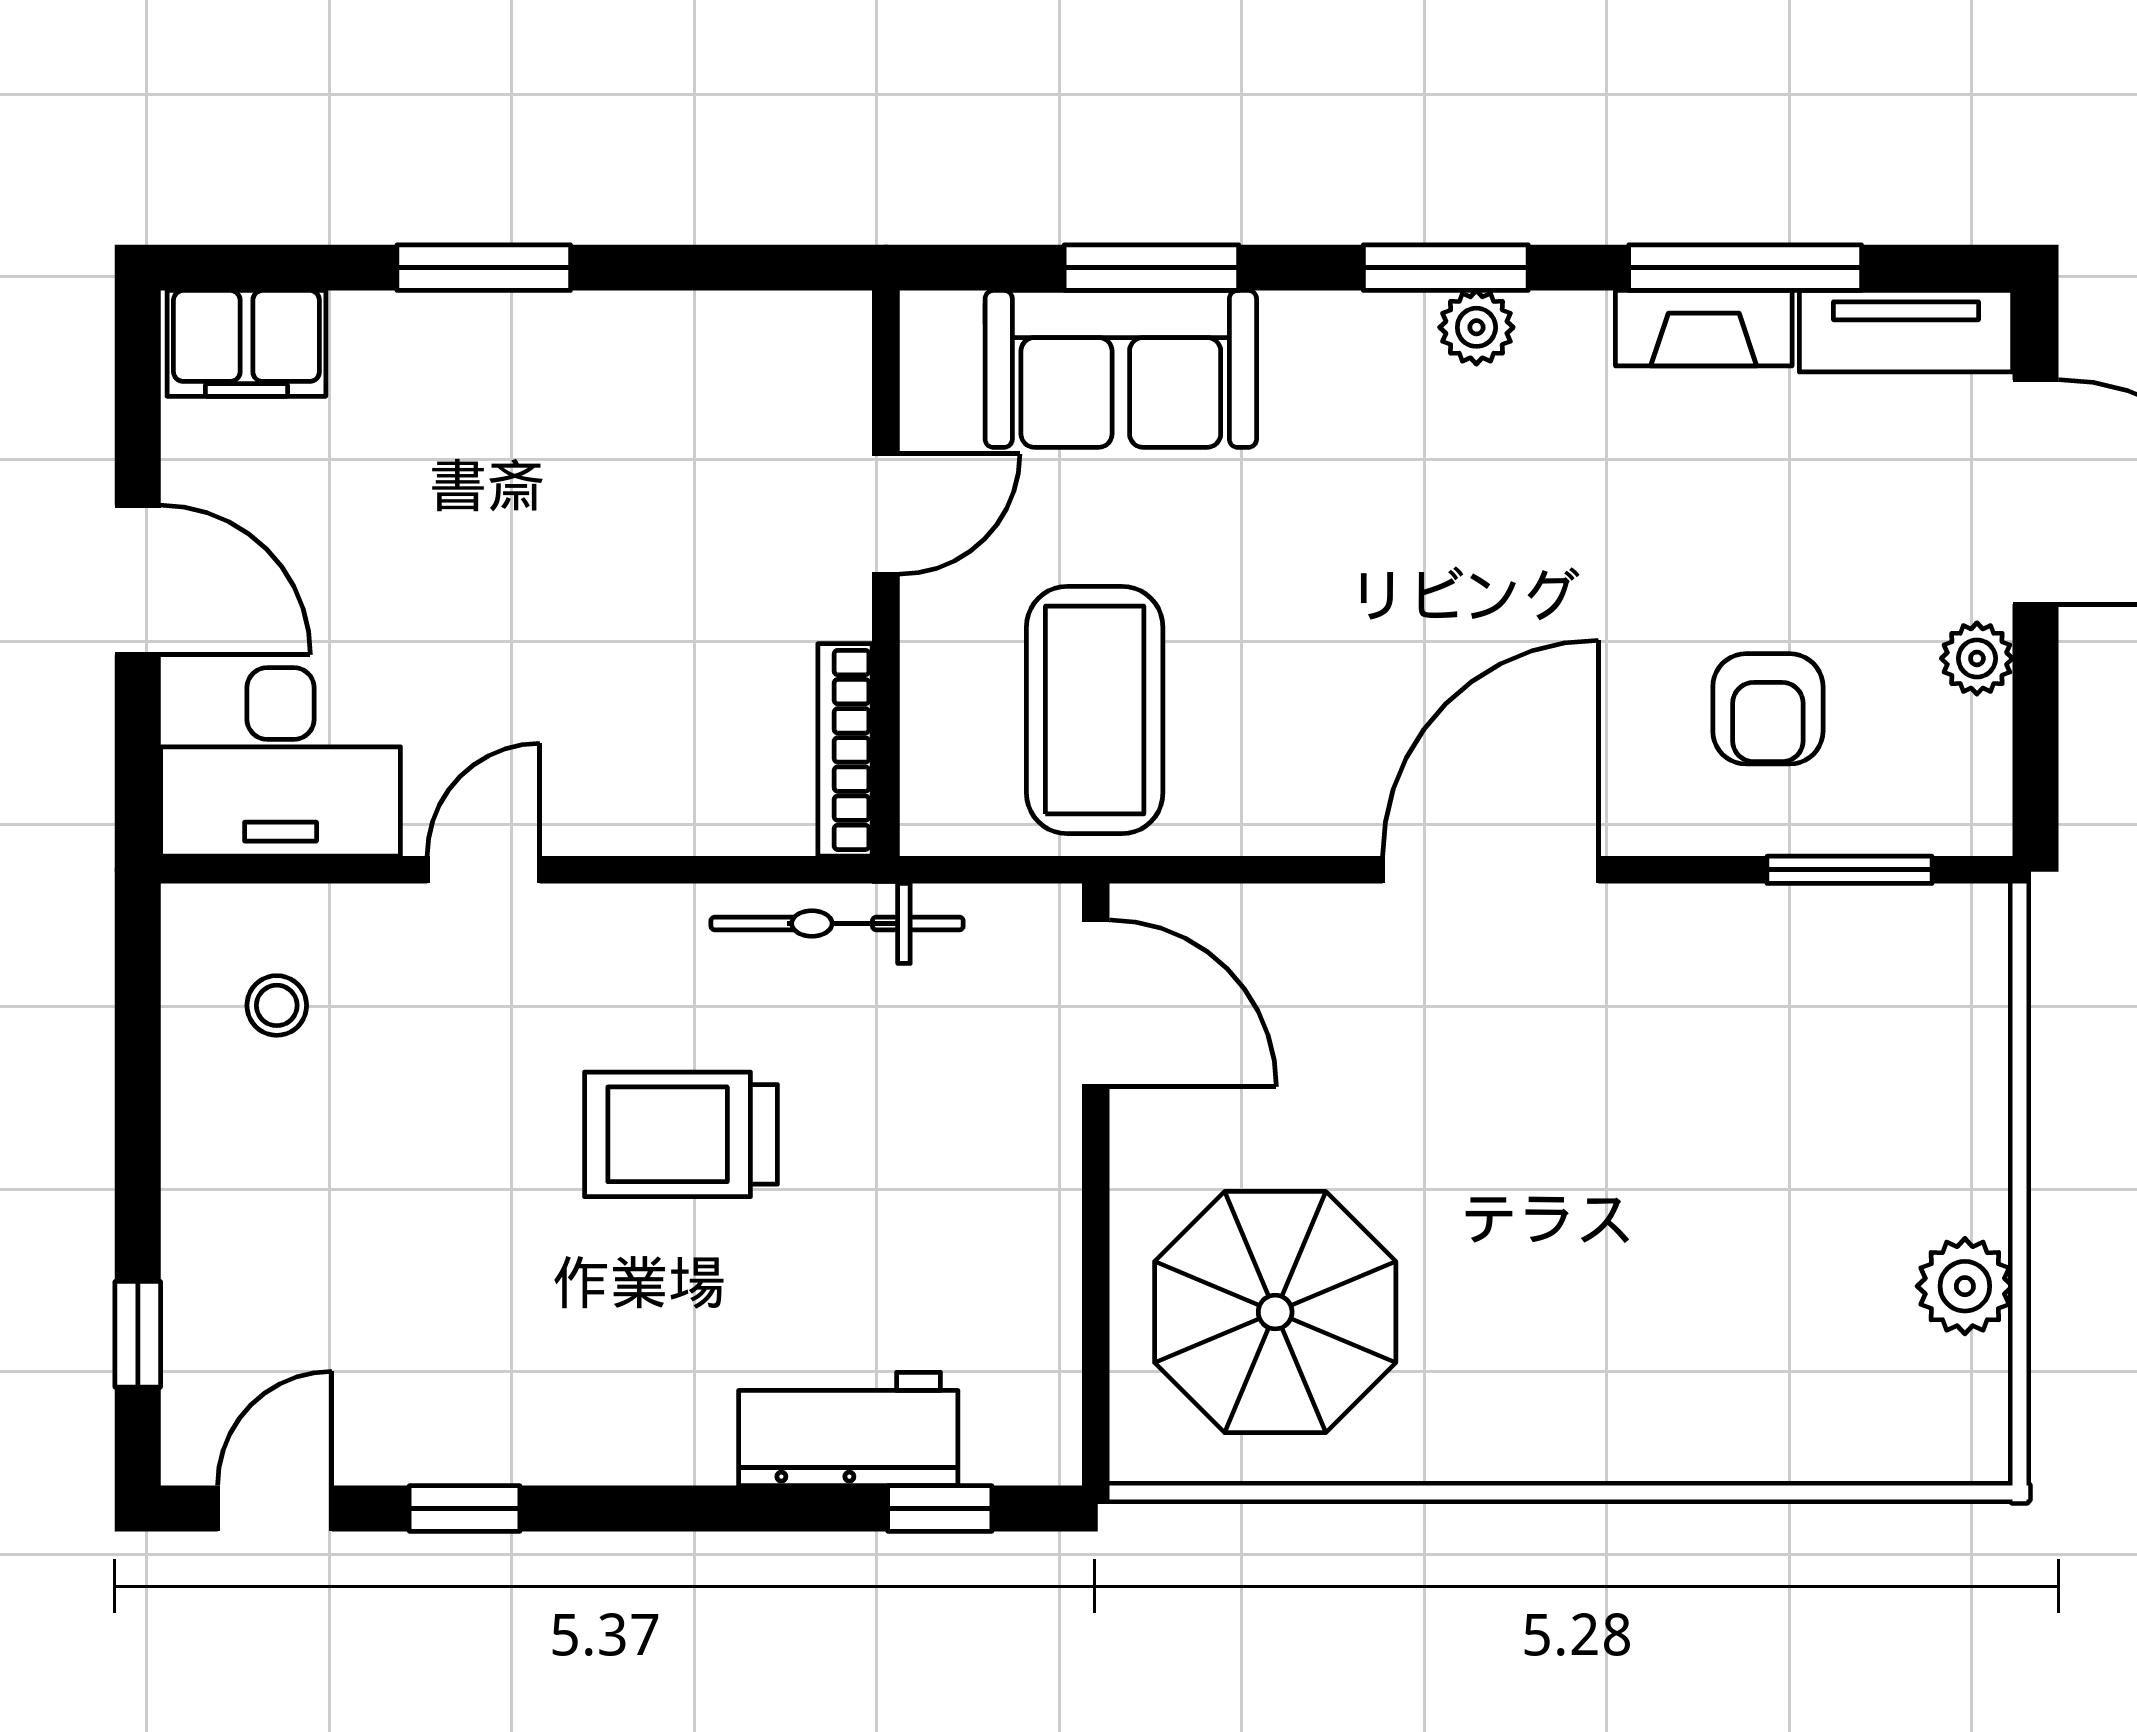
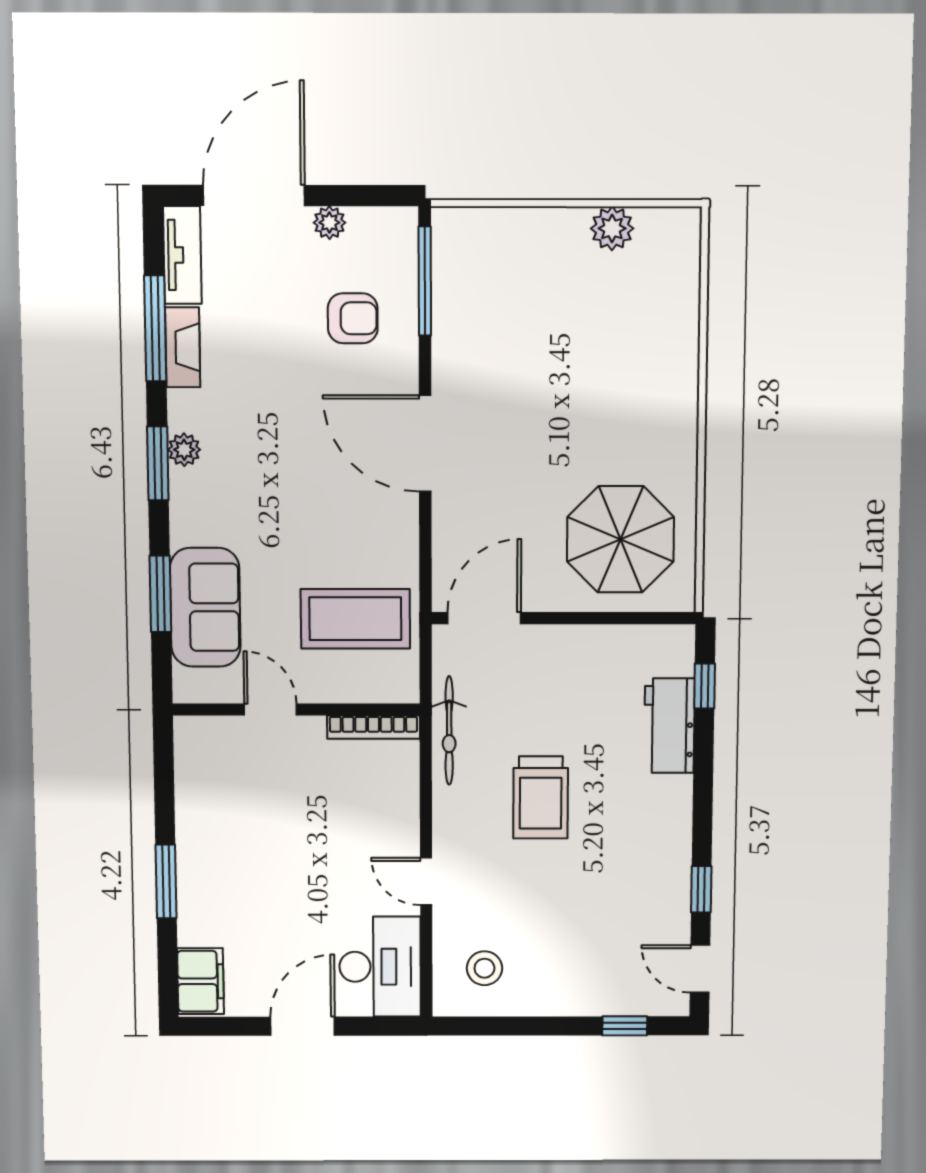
window: (1850, 870) -> (425, 281), width x1.44
stool: (277, 1005) -> (484, 968), width x1.37, depth x1.37

